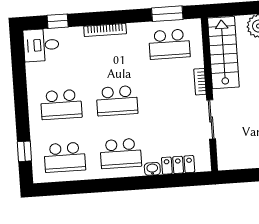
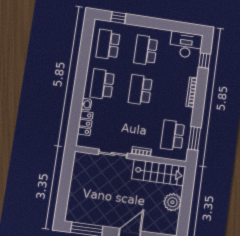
desk: (41, 45) -> (186, 45), width x1.37

